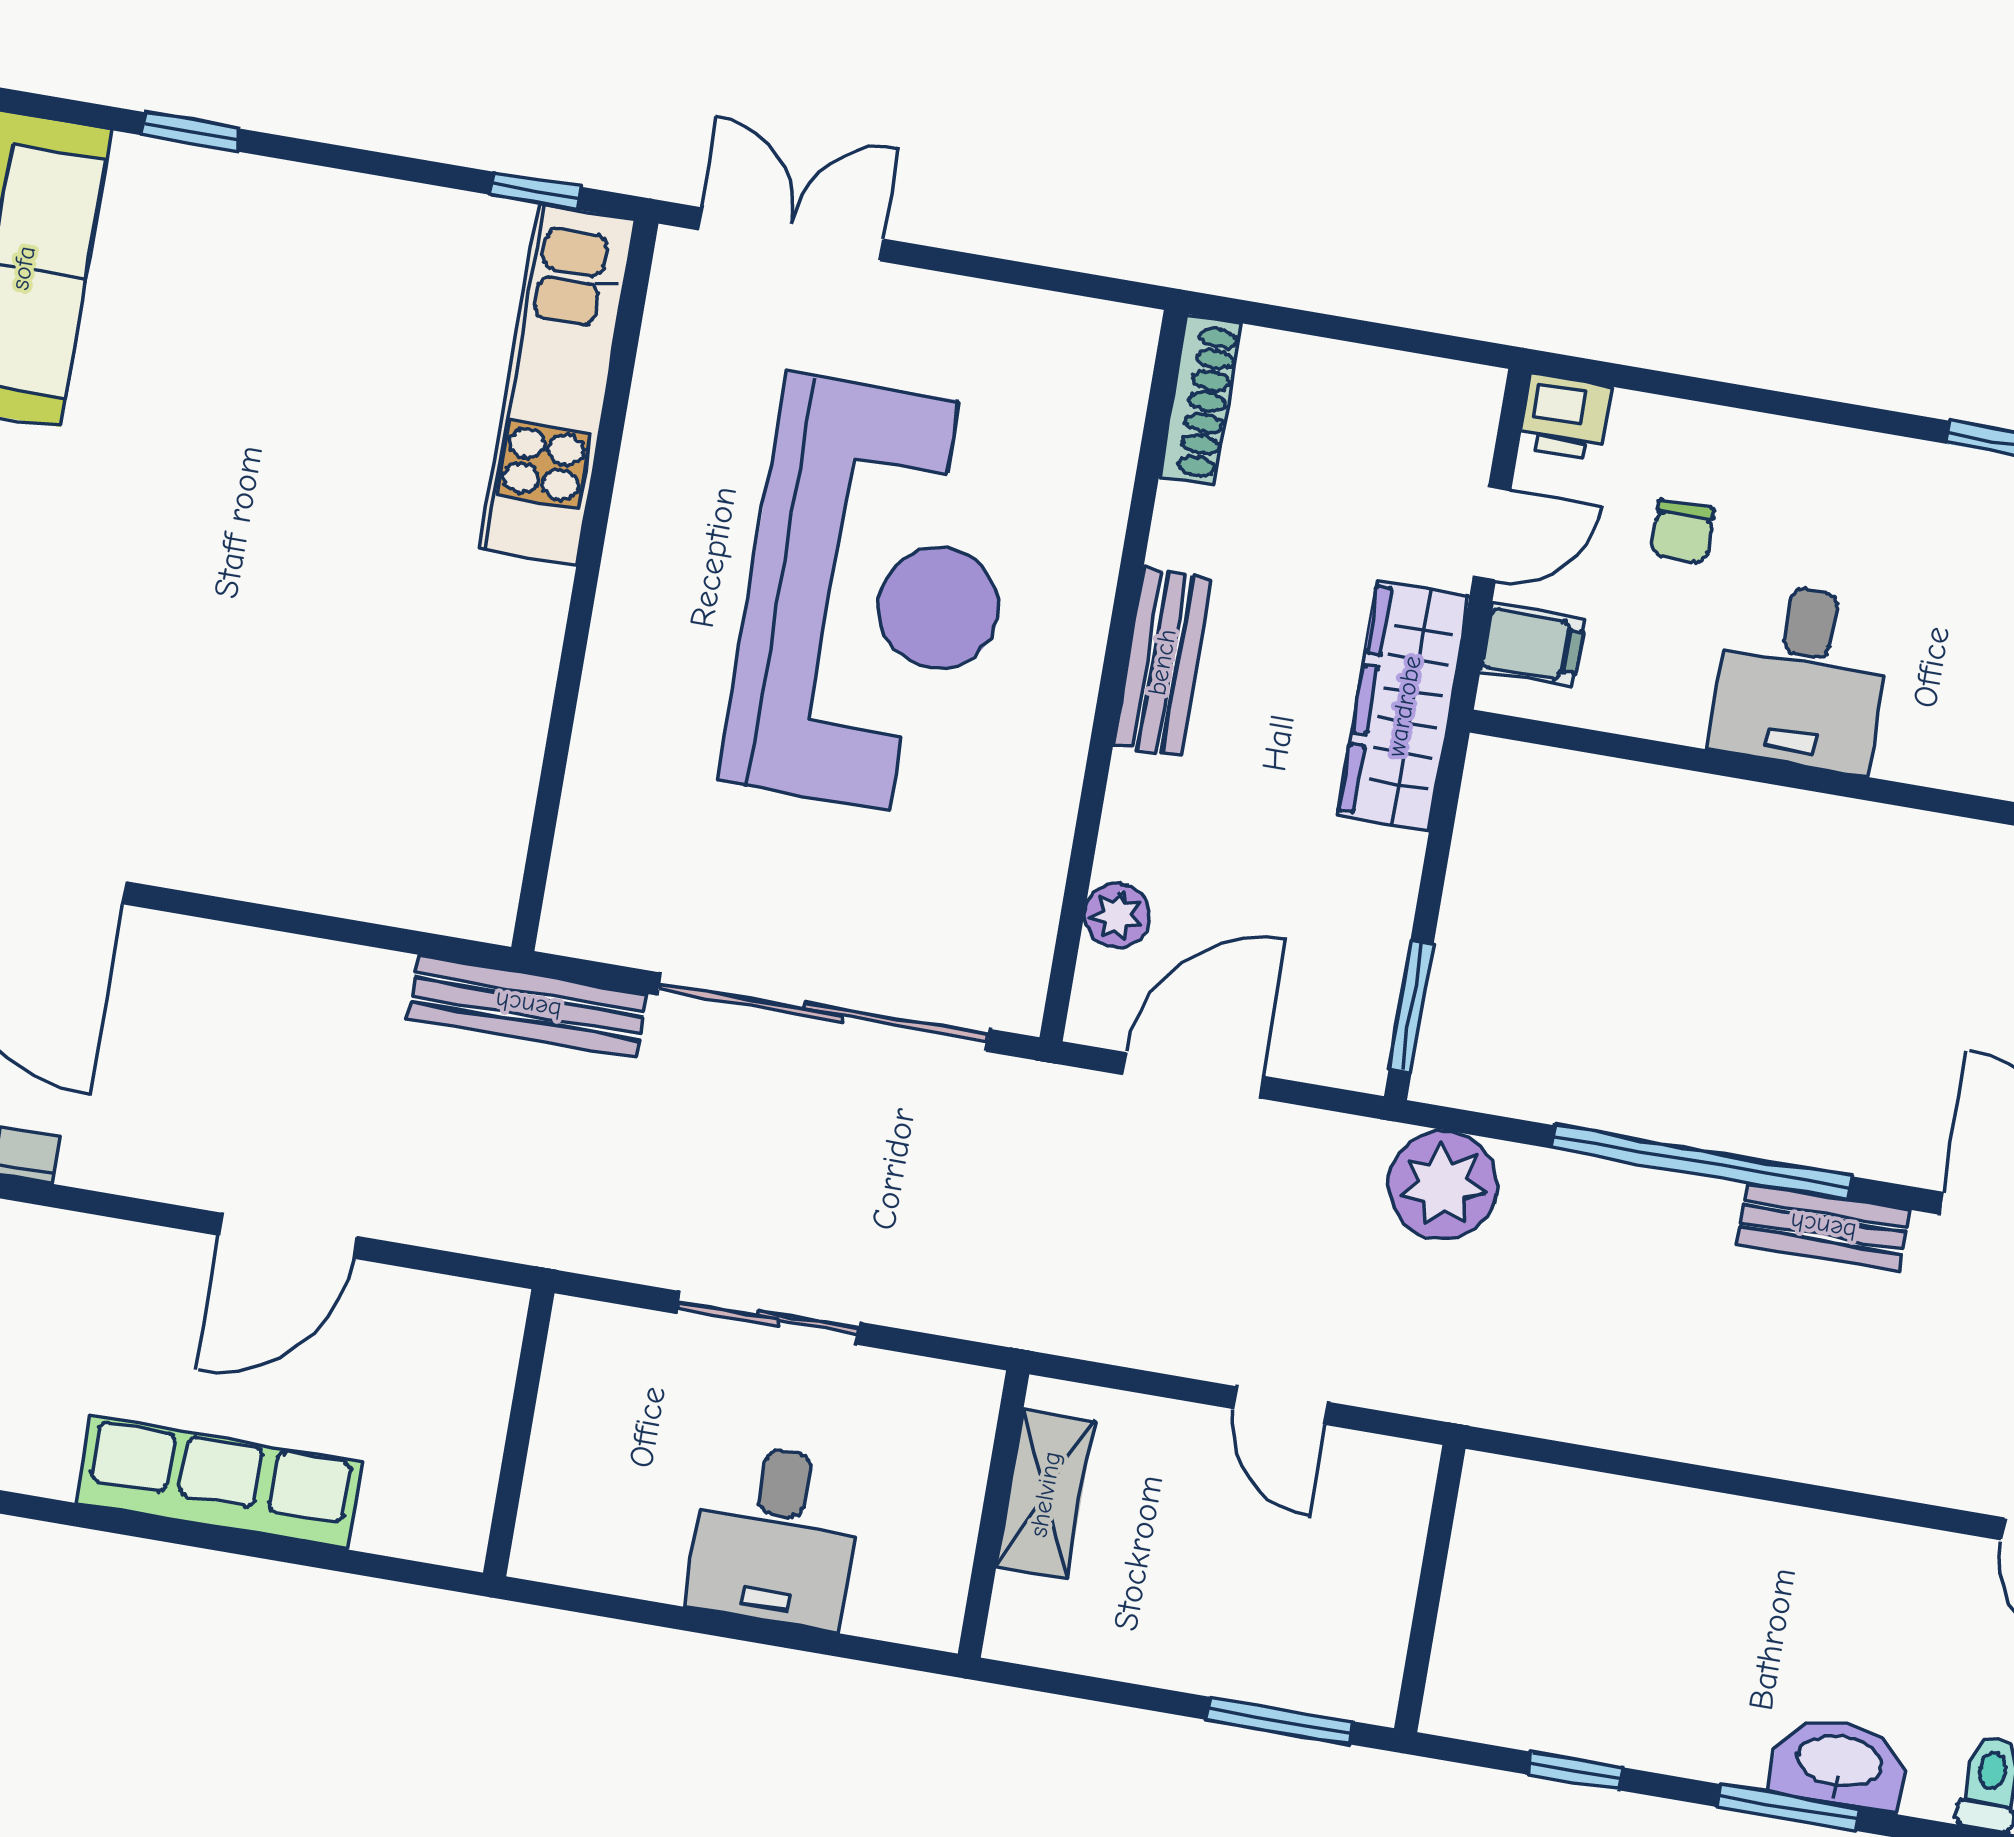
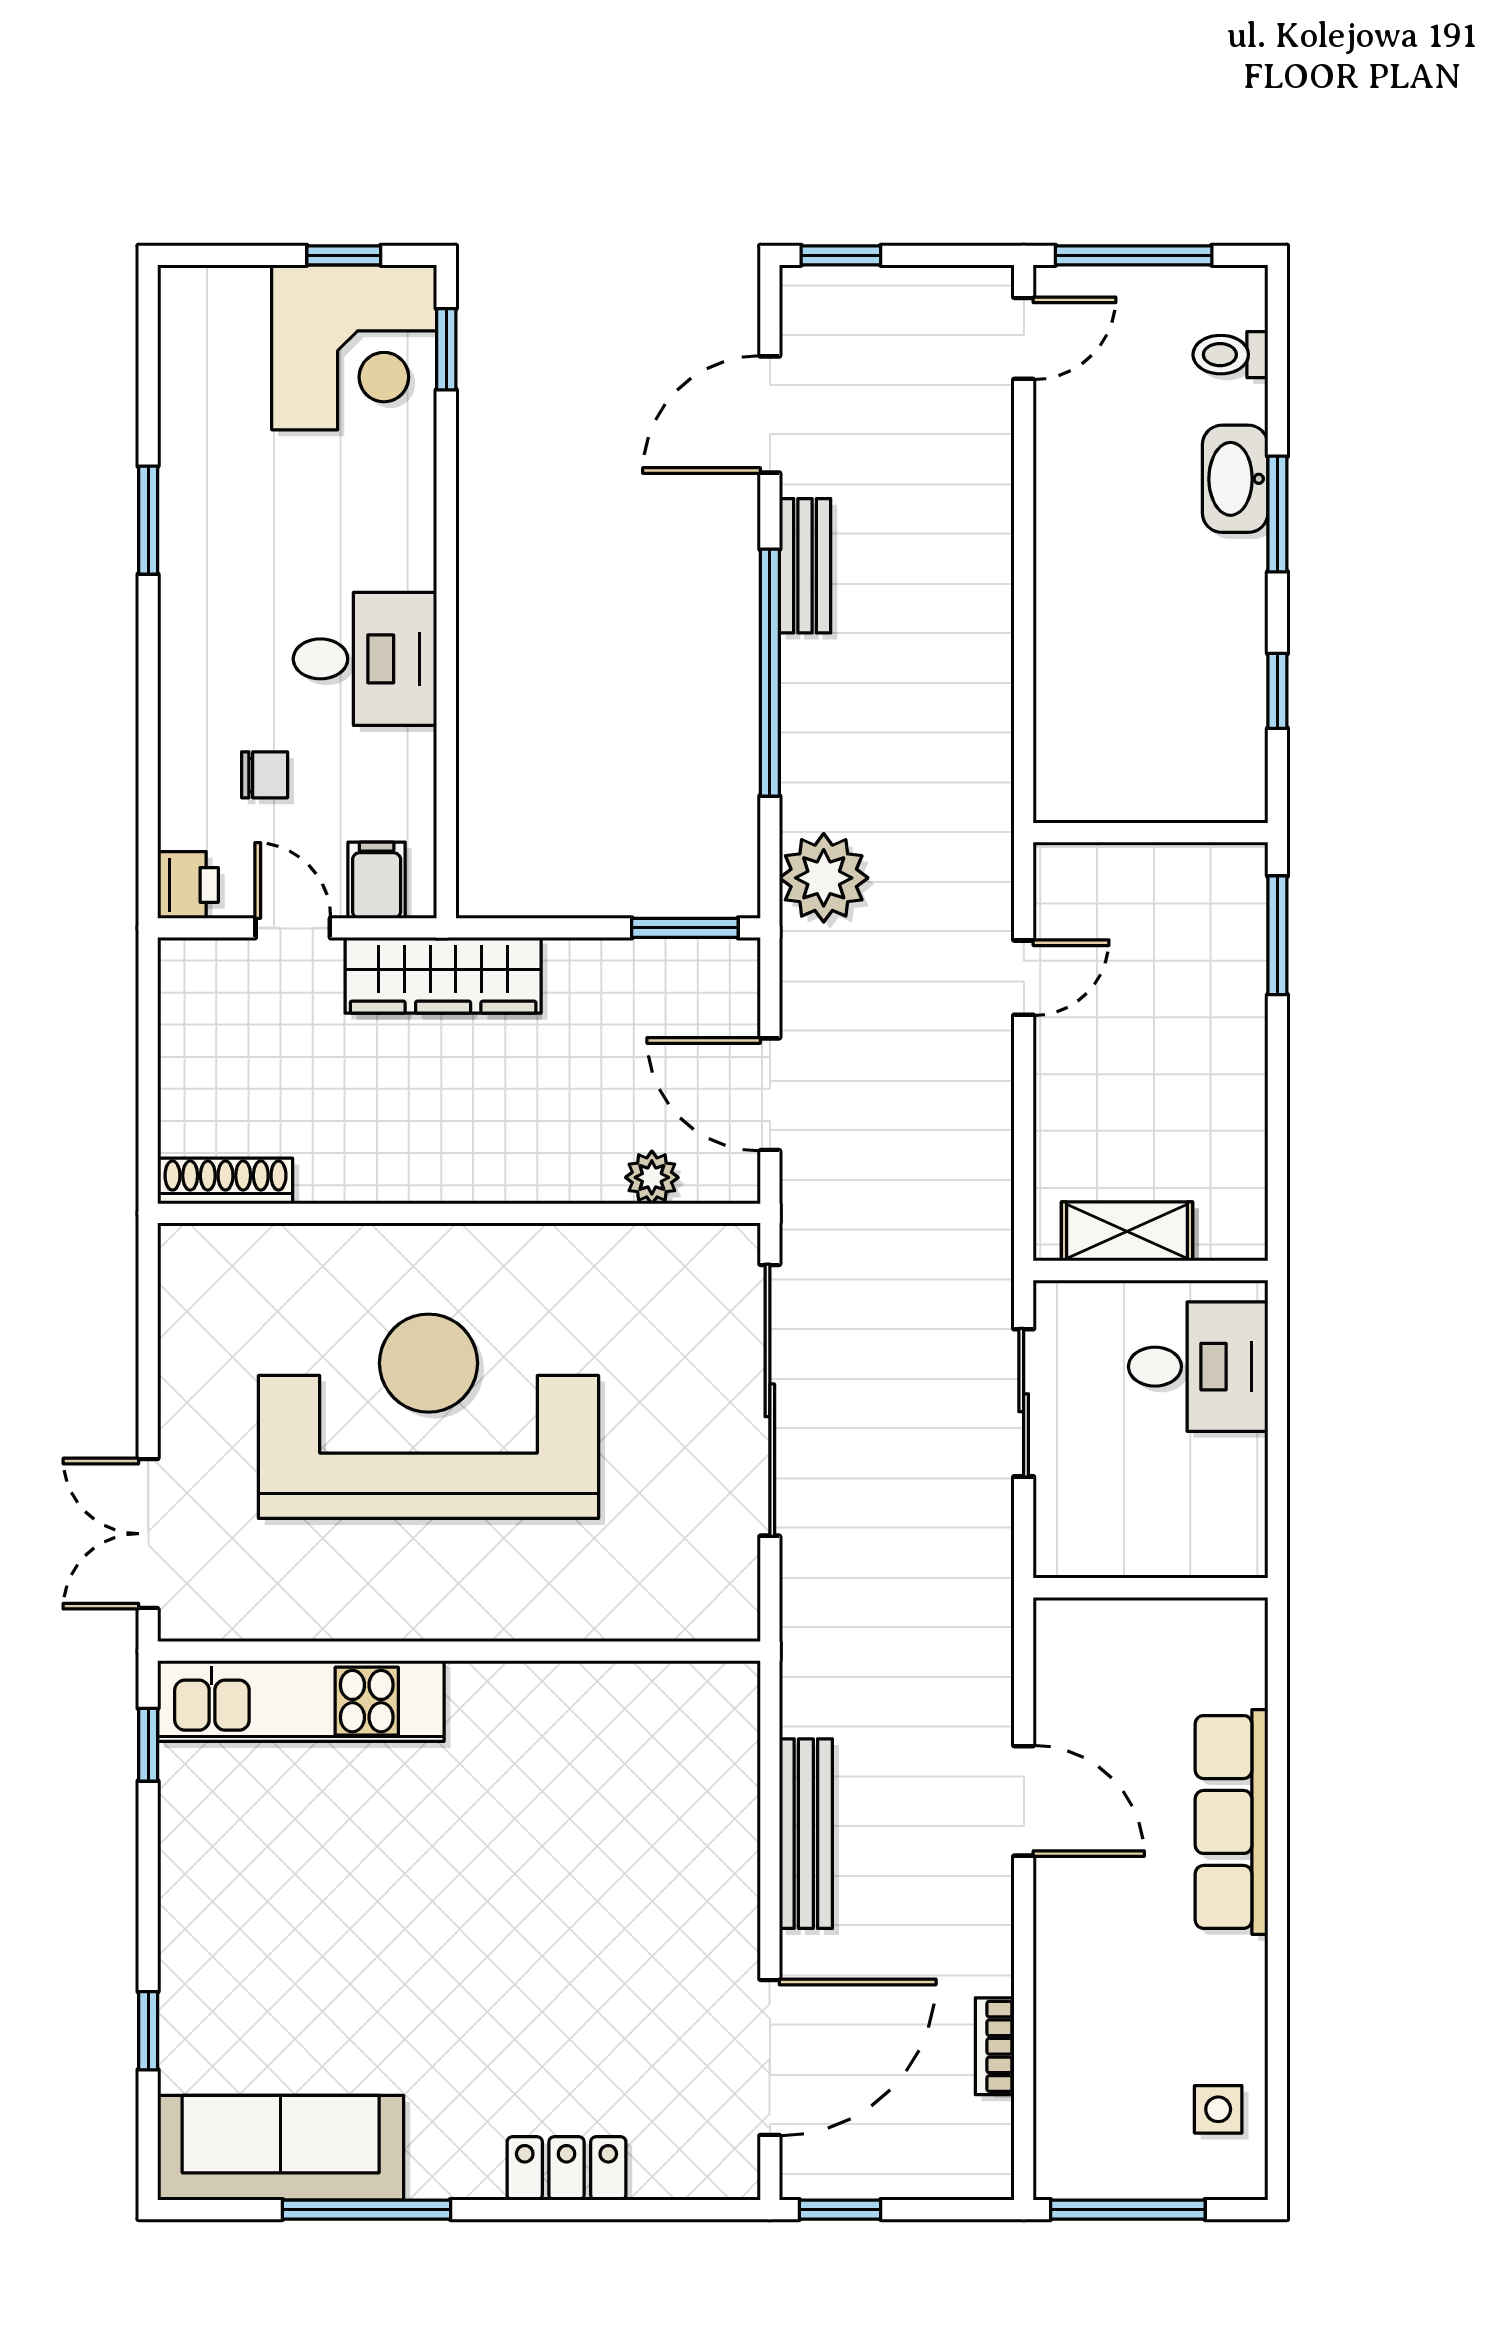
bench: (1162, 662) -> (441, 1176), removed
bench: (528, 1006) -> (806, 1834), moved
shelving: (1045, 1494) -> (1127, 1231), moved
wall: (993, 1514) -> (1151, 1271), moved

